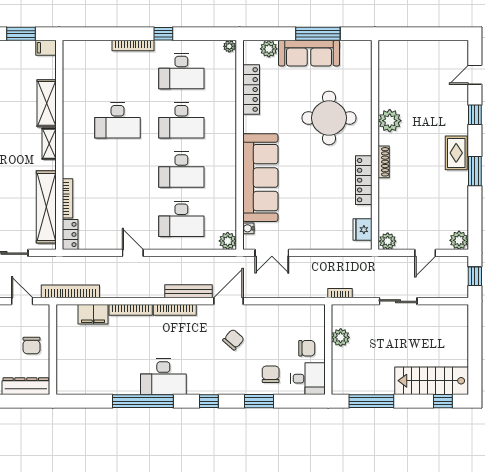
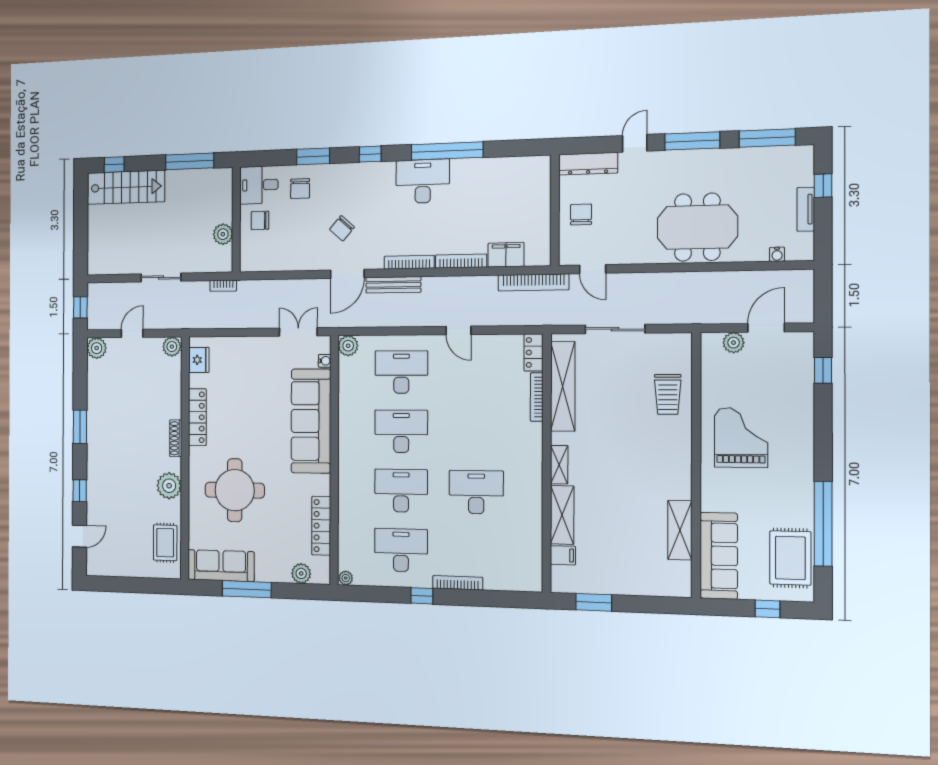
filing cabinet: (46, 48) -> (563, 555), moved
sofa: (309, 53) -> (221, 566), moved
rug: (456, 153) -> (165, 543), moved

